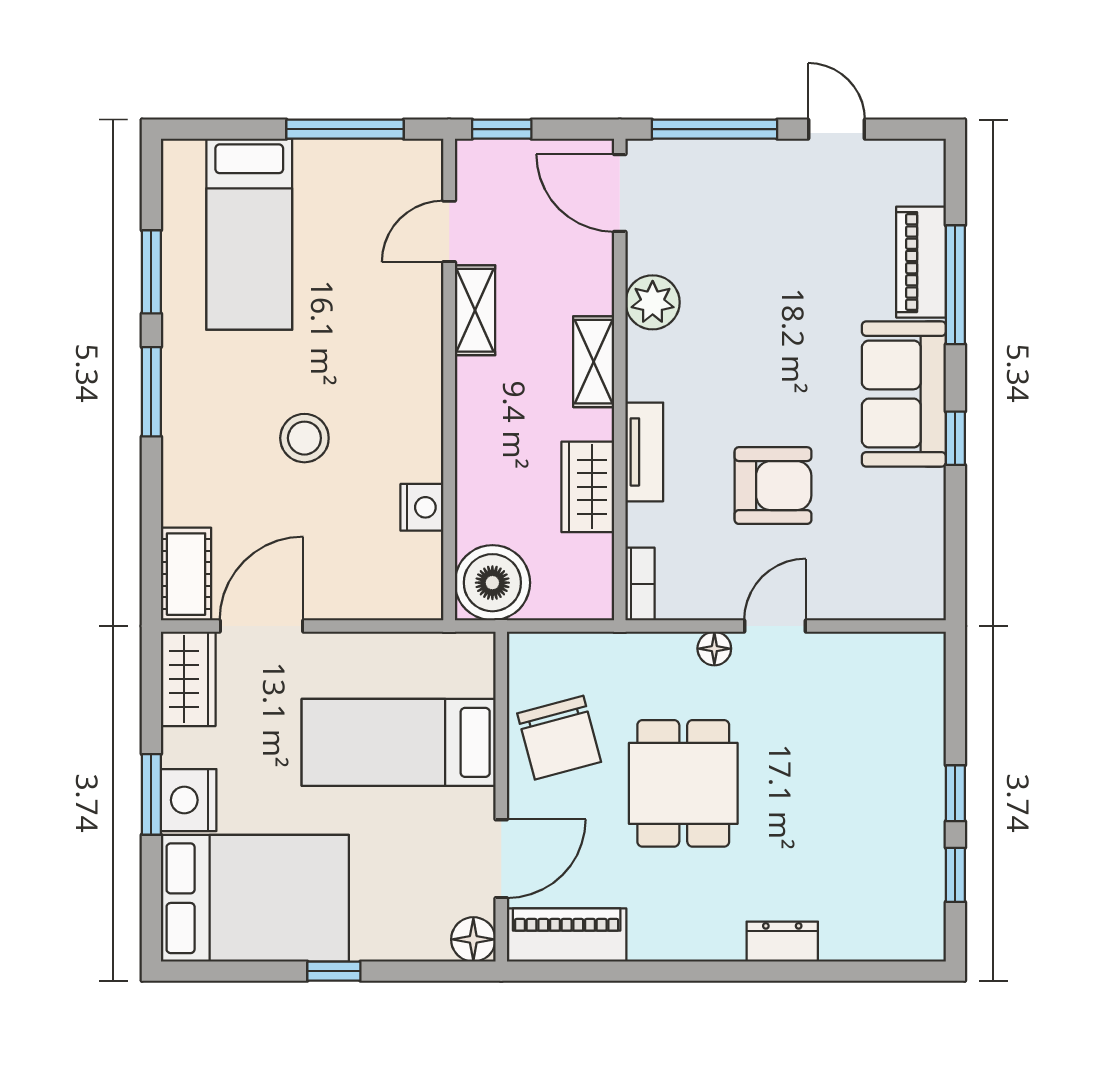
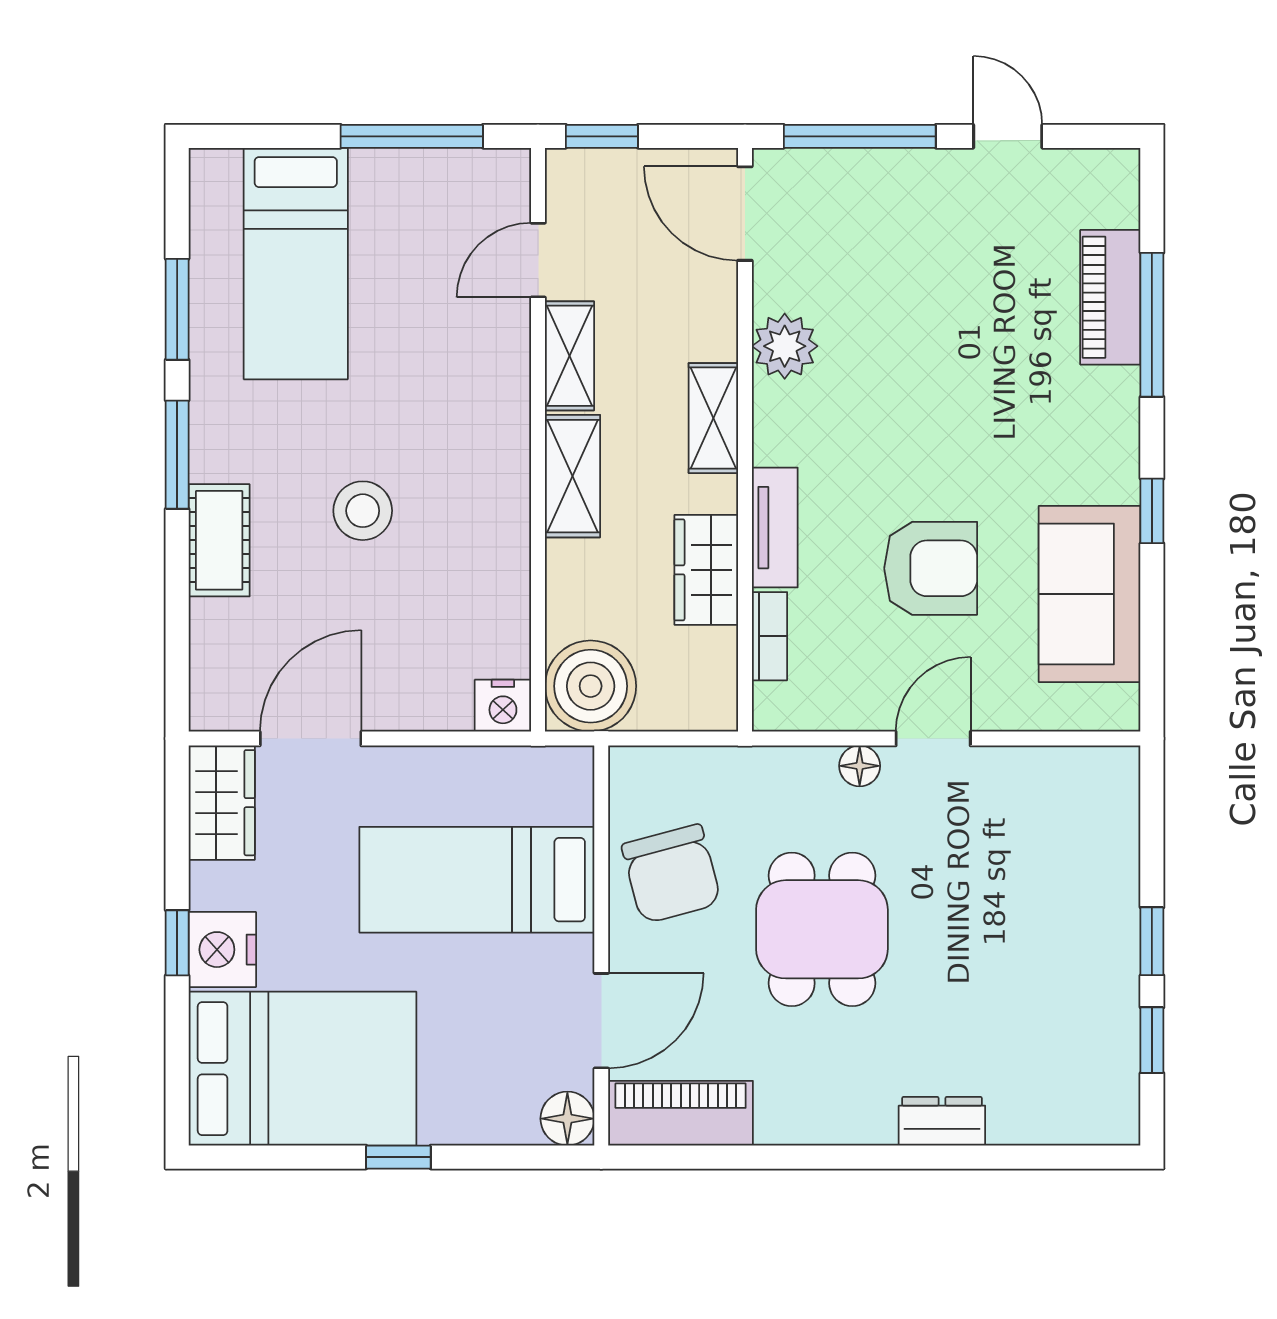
sofa: (904, 394) -> (1089, 594), moved
shelving: (477, 409) -> (573, 476), added
nightstand: (422, 507) -> (503, 706), moved, turned 90
cot: (186, 574) -> (219, 540), moved
bookcase: (640, 584) -> (770, 636), moved
window: (151, 794) -> (177, 943), width x0.67

